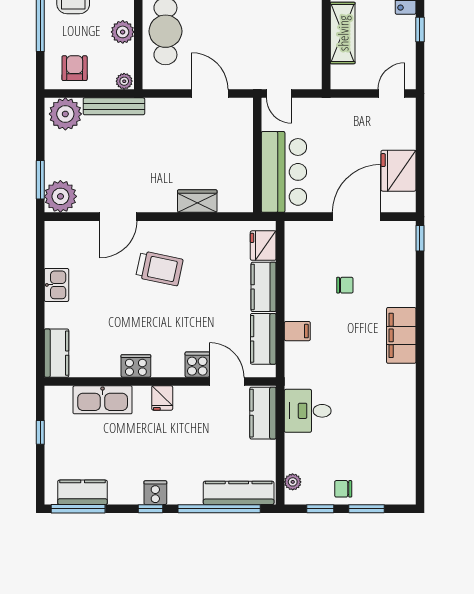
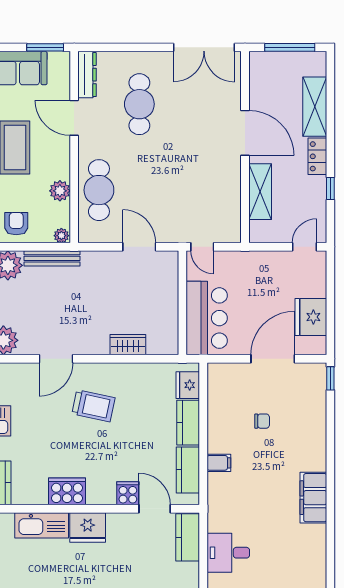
filing cabinet: (401, 335) -> (313, 498), moved
cooker: (136, 366) -> (67, 491), width x1.37, depth x1.31
fridge: (162, 398) -> (88, 527), width x1.88, depth x1.34
desk: (308, 411) -> (228, 553), moved

